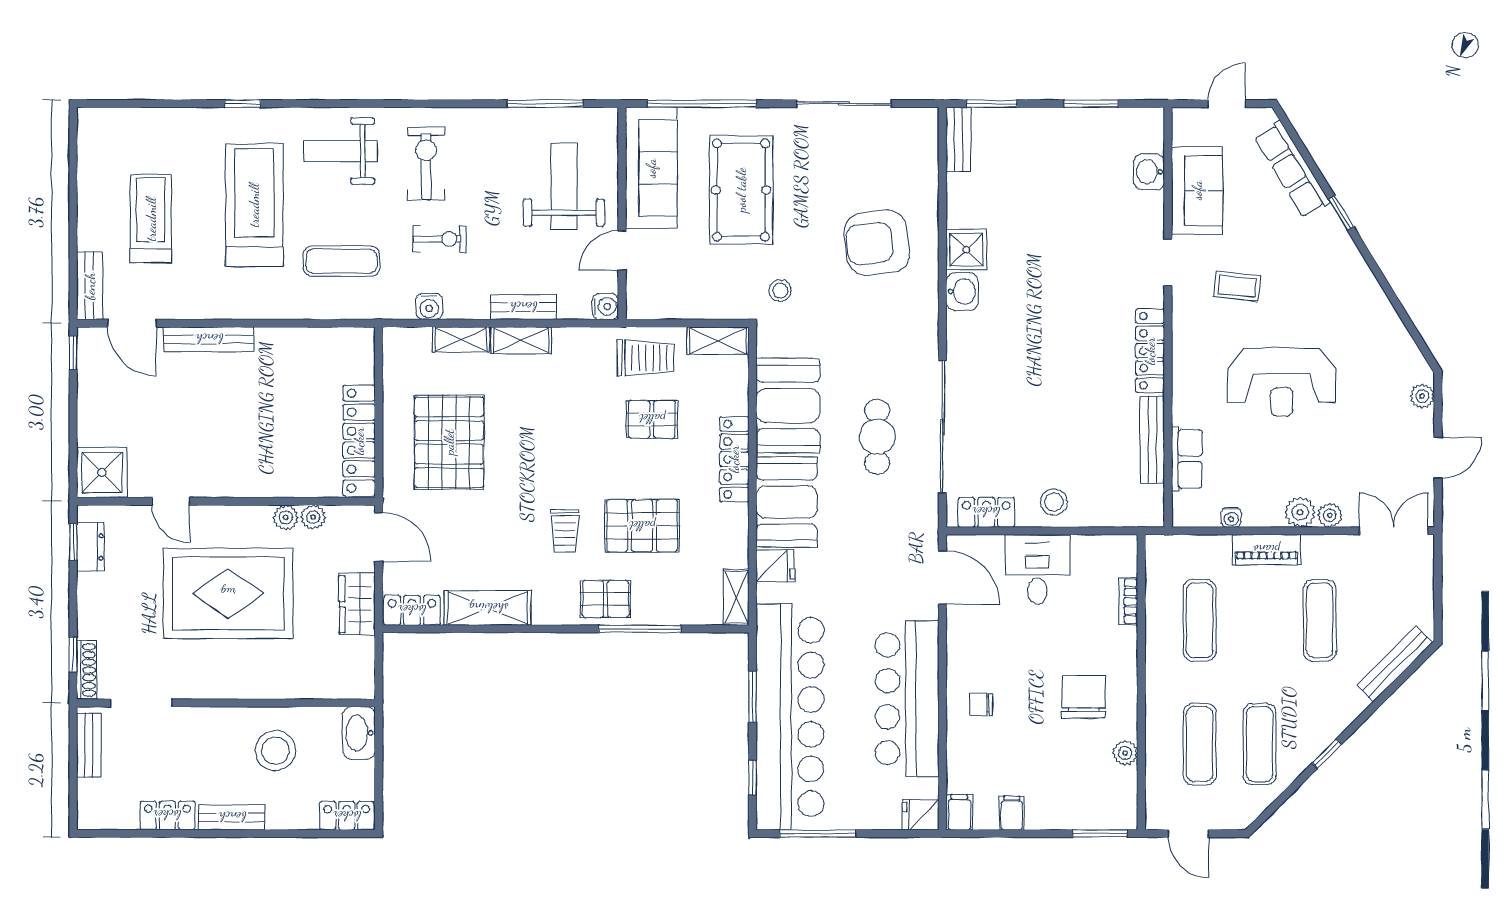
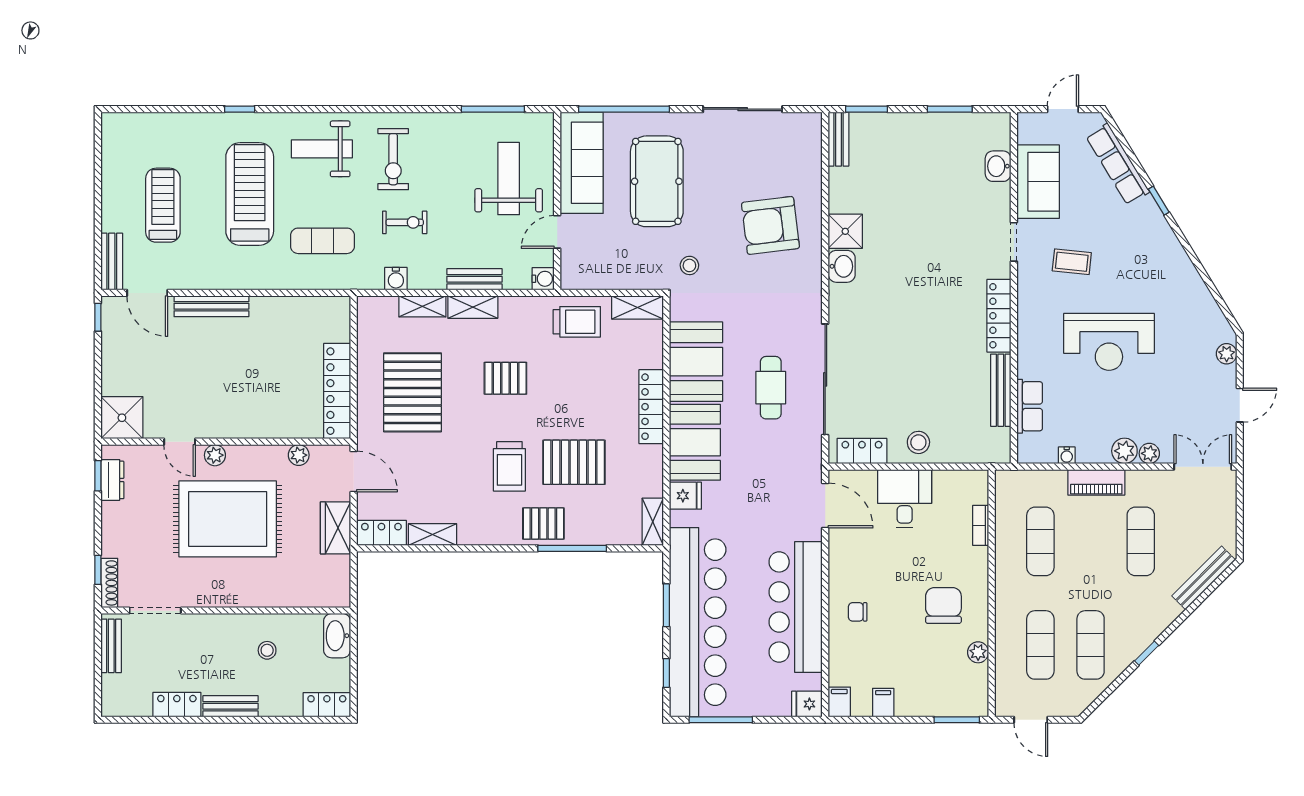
exercise bike: (426, 163) -> (393, 159), turned 180
pallet: (652, 419) -> (505, 378), moved
plant: (286, 517) -> (215, 455), moved
trolley: (565, 531) -> (509, 466), width x1.36, depth x1.39
shelving: (488, 608) -> (433, 535), width x0.67, depth x0.75
stool: (275, 751) -> (267, 650), width x0.53, depth x0.53

